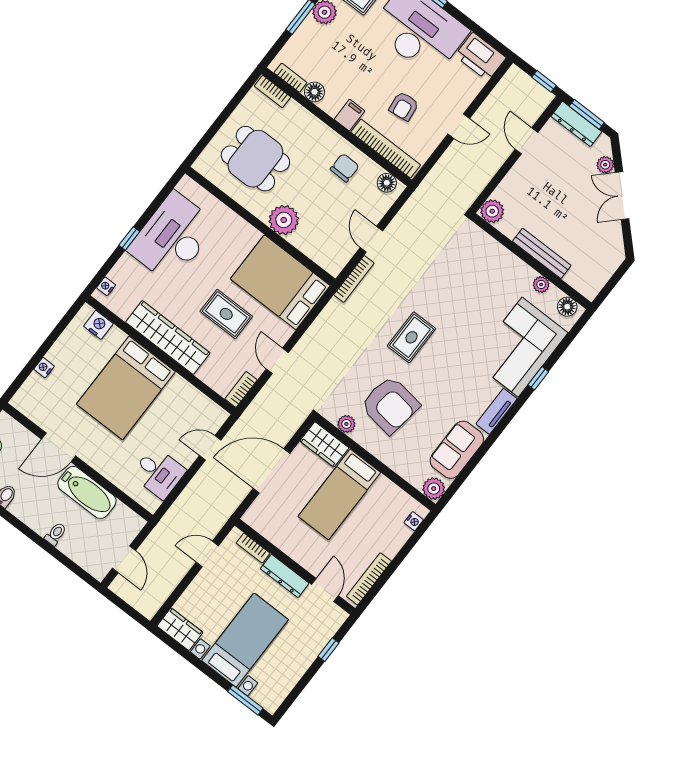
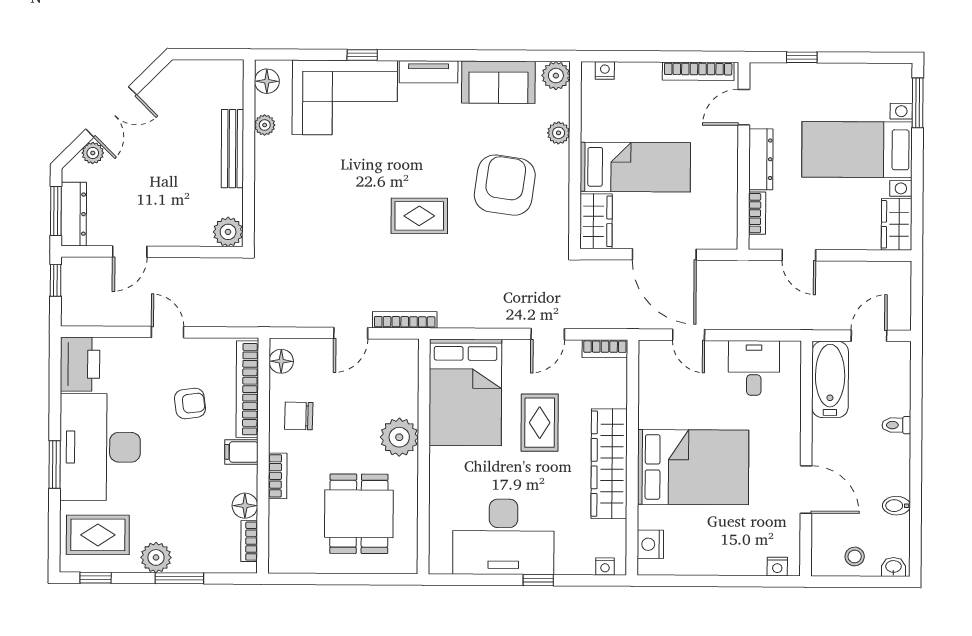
bookcase: (273, 92) -> (278, 476), moved
nightstand: (44, 368) -> (777, 567), moved
plant: (346, 424) -> (559, 133), moved
bathtub: (87, 492) -> (830, 379), moved

